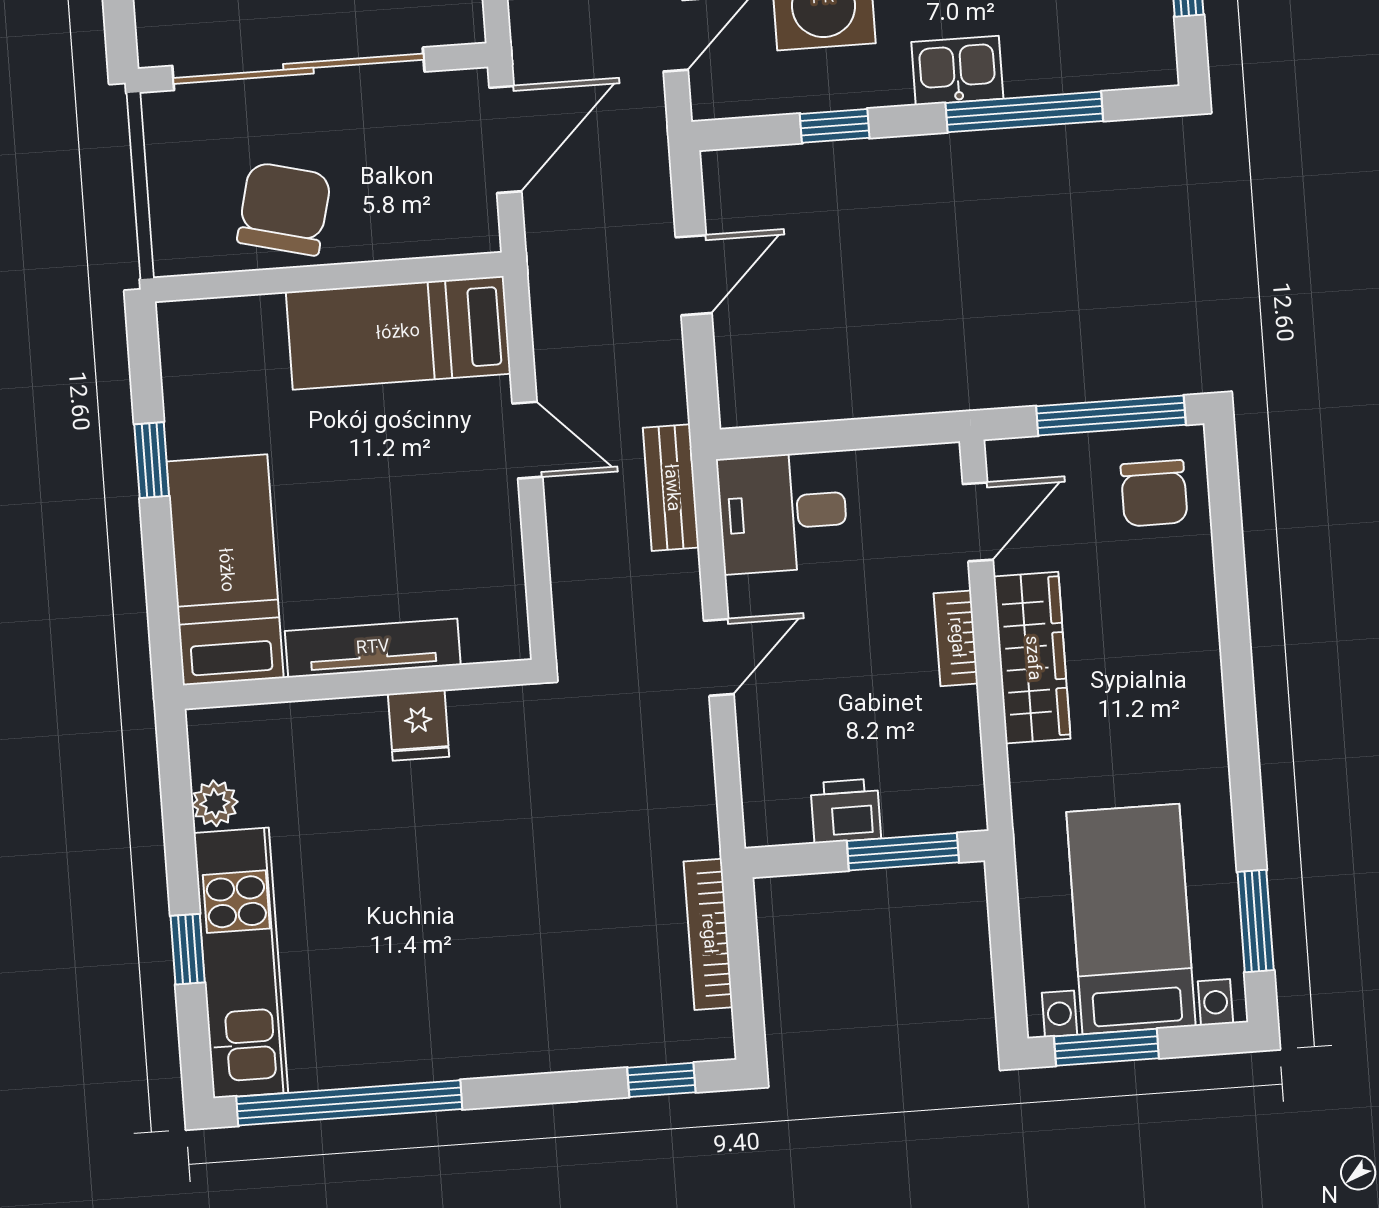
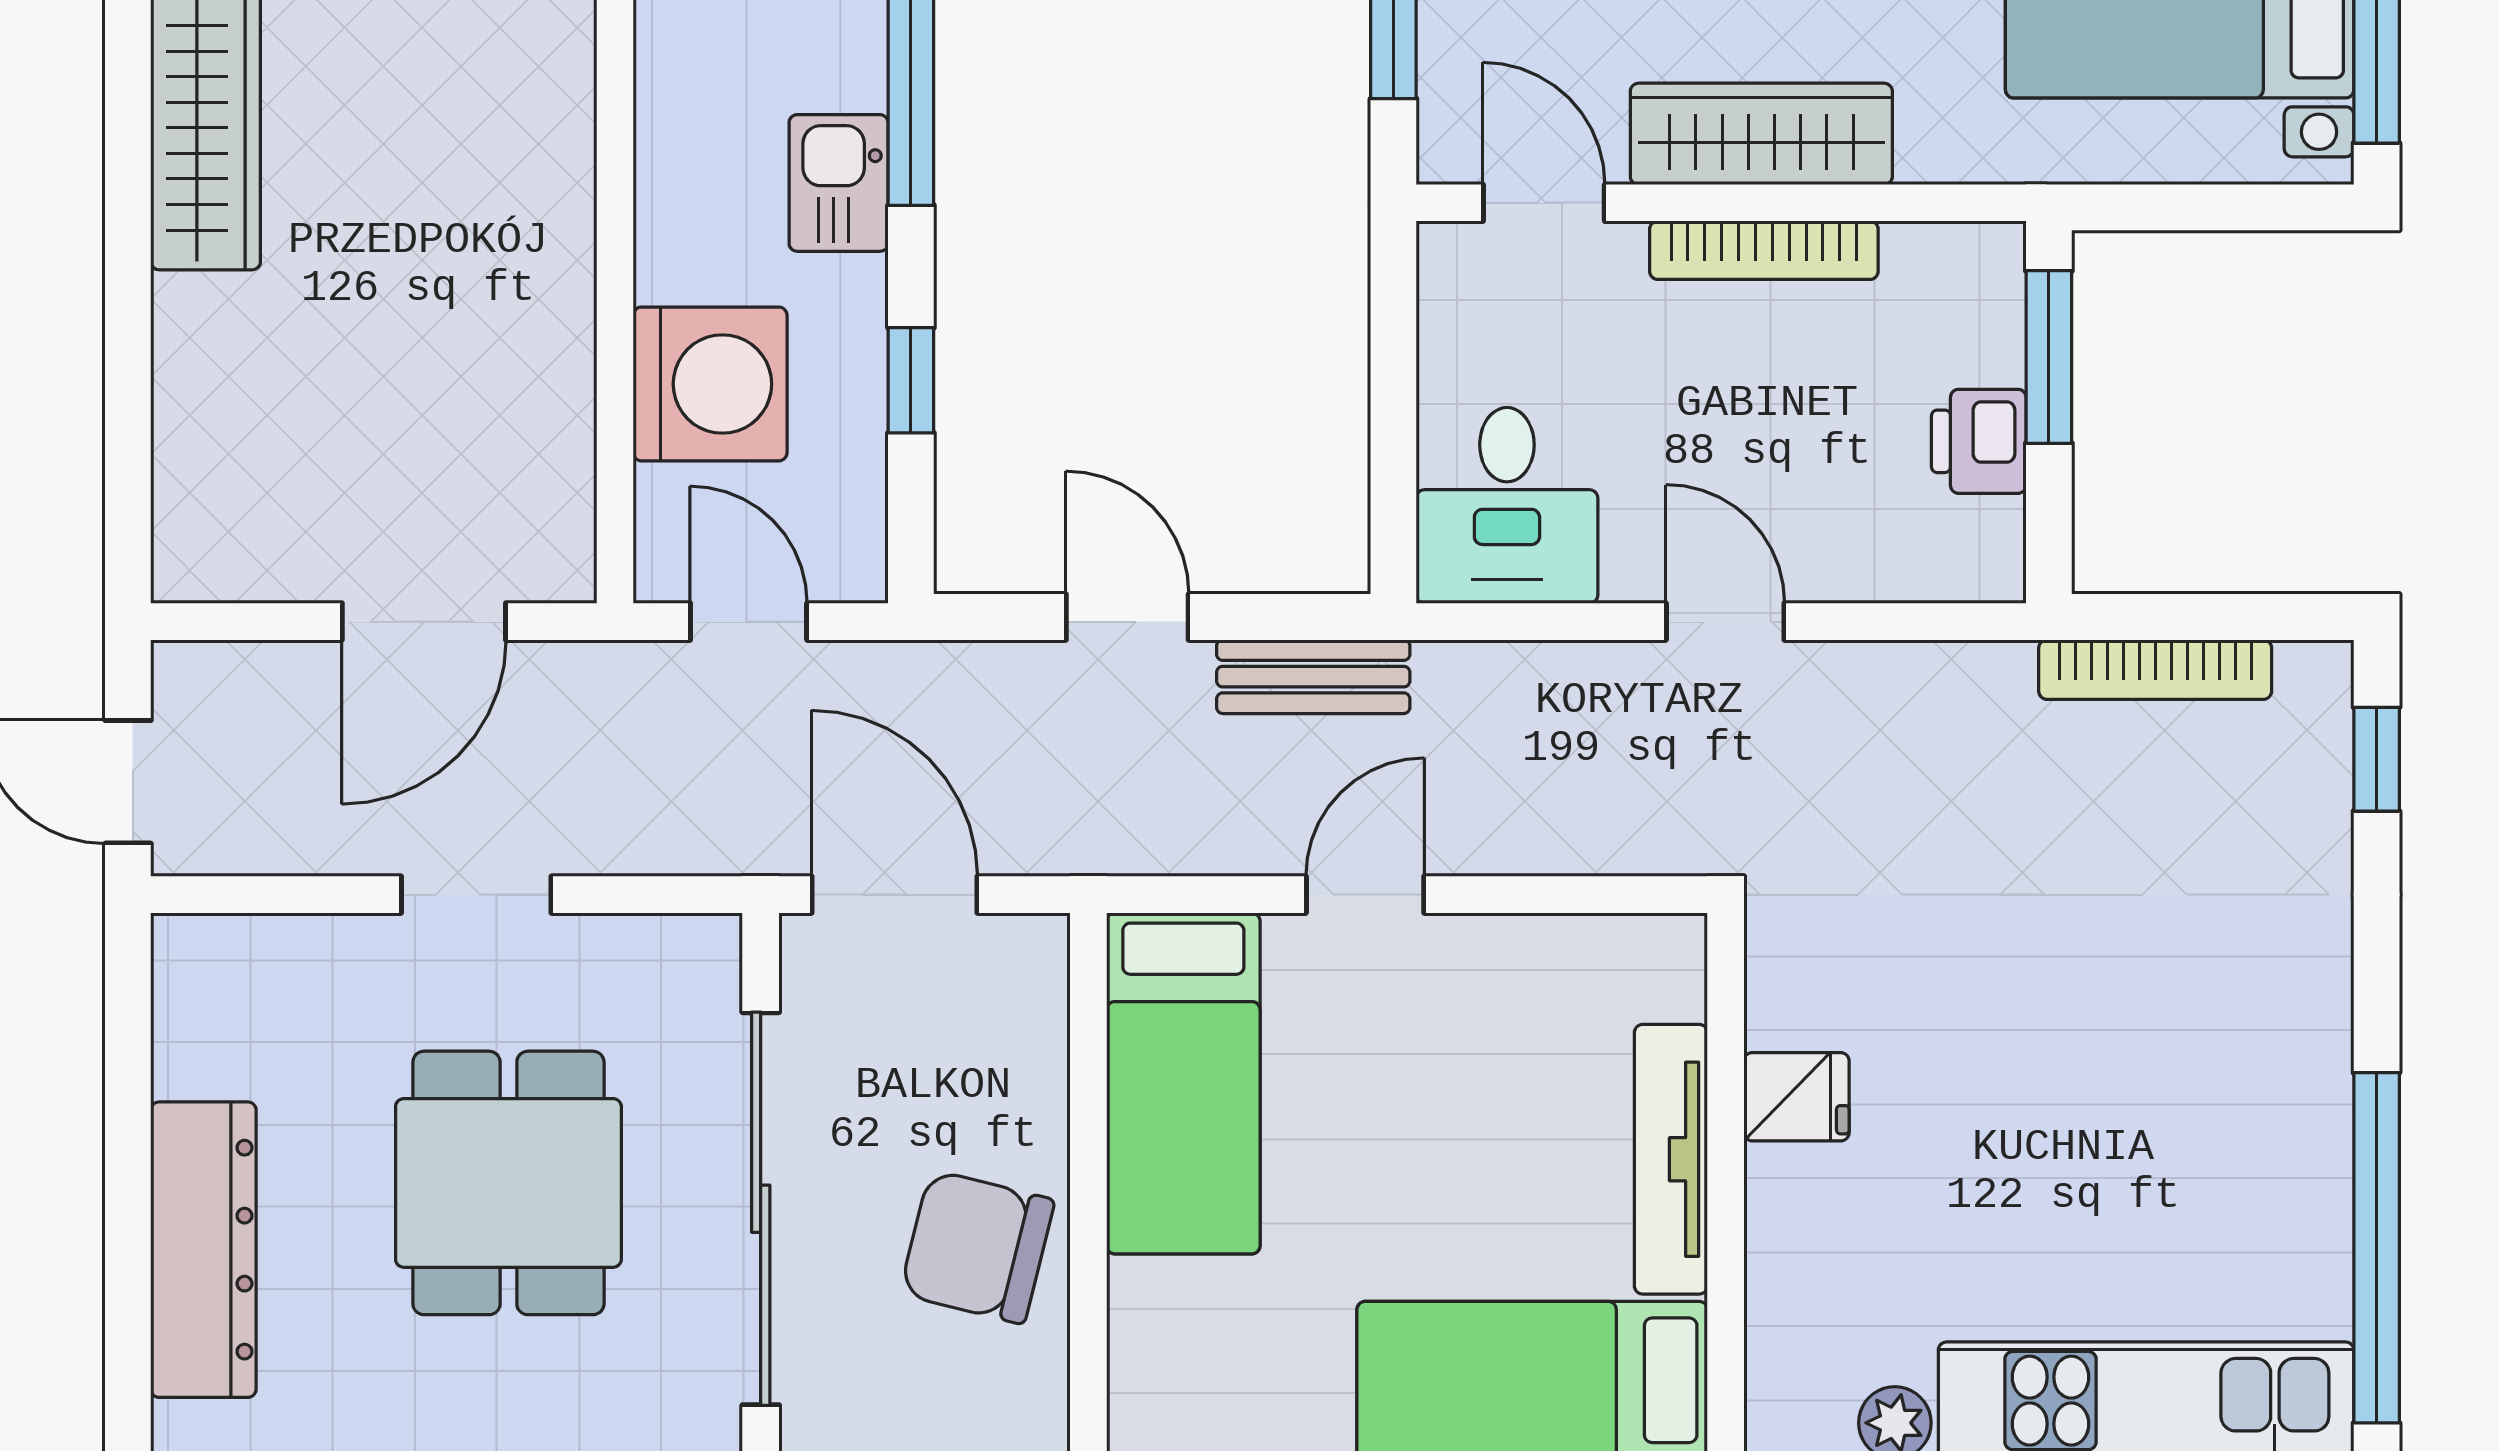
bench: (671, 488) -> (1313, 677), moved
bookcase: (956, 638) -> (1764, 250), width x1.56

